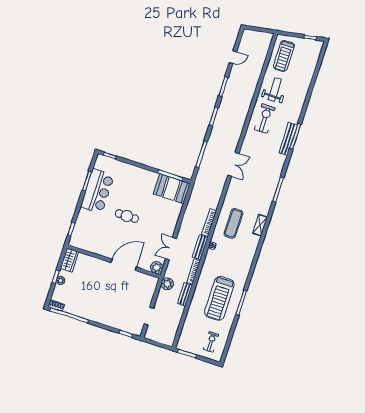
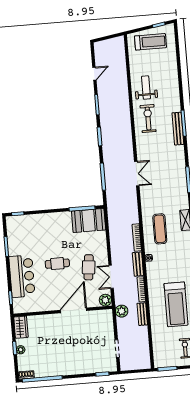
treadmill: (284, 56) -> (150, 42), moved, turned -90
bar counter: (97, 191) -> (22, 276), moved
cafe table: (154, 231) -> (89, 267), added

